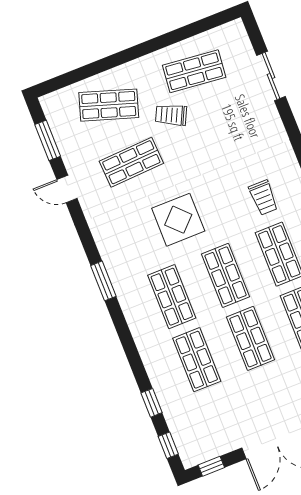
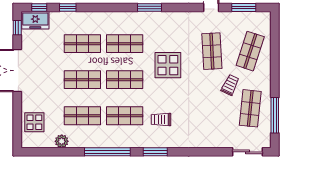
window: (190, 31) -> (275, 115), added
sliding door: (271, 76) -> (247, 152), moved
freezer: (190, 444) -> (35, 20), added

